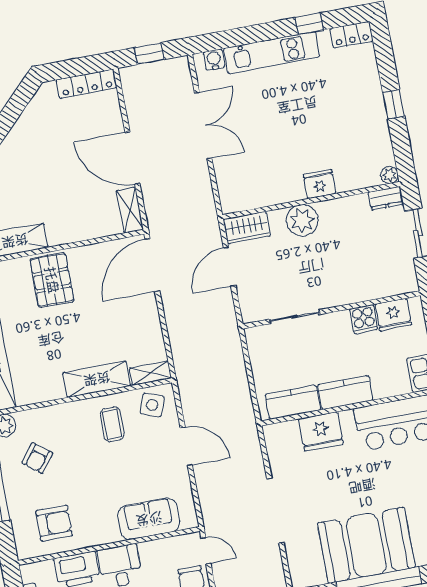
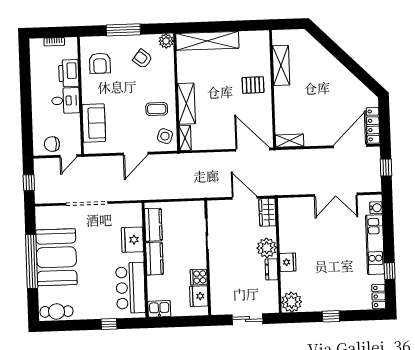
door: (132, 158) -> (350, 146), moved
plant: (389, 175) -> (292, 302), width x1.87, depth x1.87
dresser: (386, 198) -> (271, 269), moved
pallet: (52, 280) -> (253, 85), width x0.67, depth x0.71

